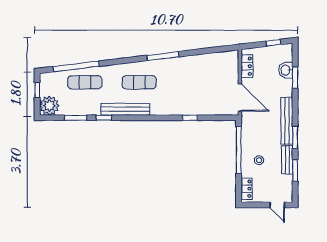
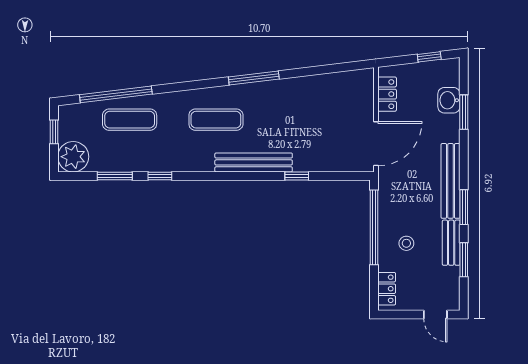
door: (240, 97) -> (376, 144), hinge flipped
bench: (125, 109) -> (254, 162), moved

